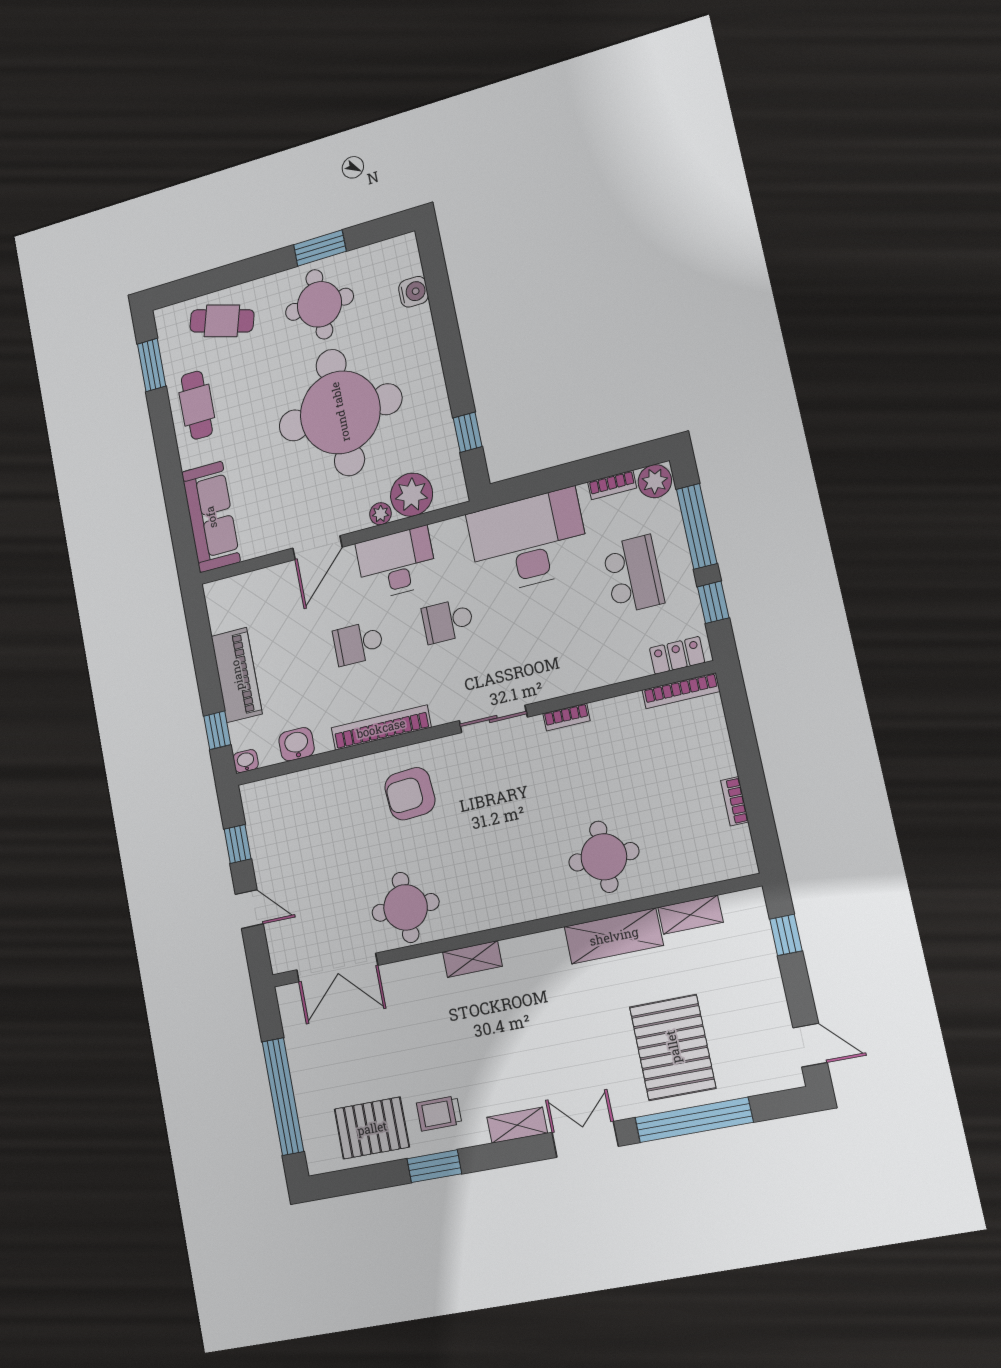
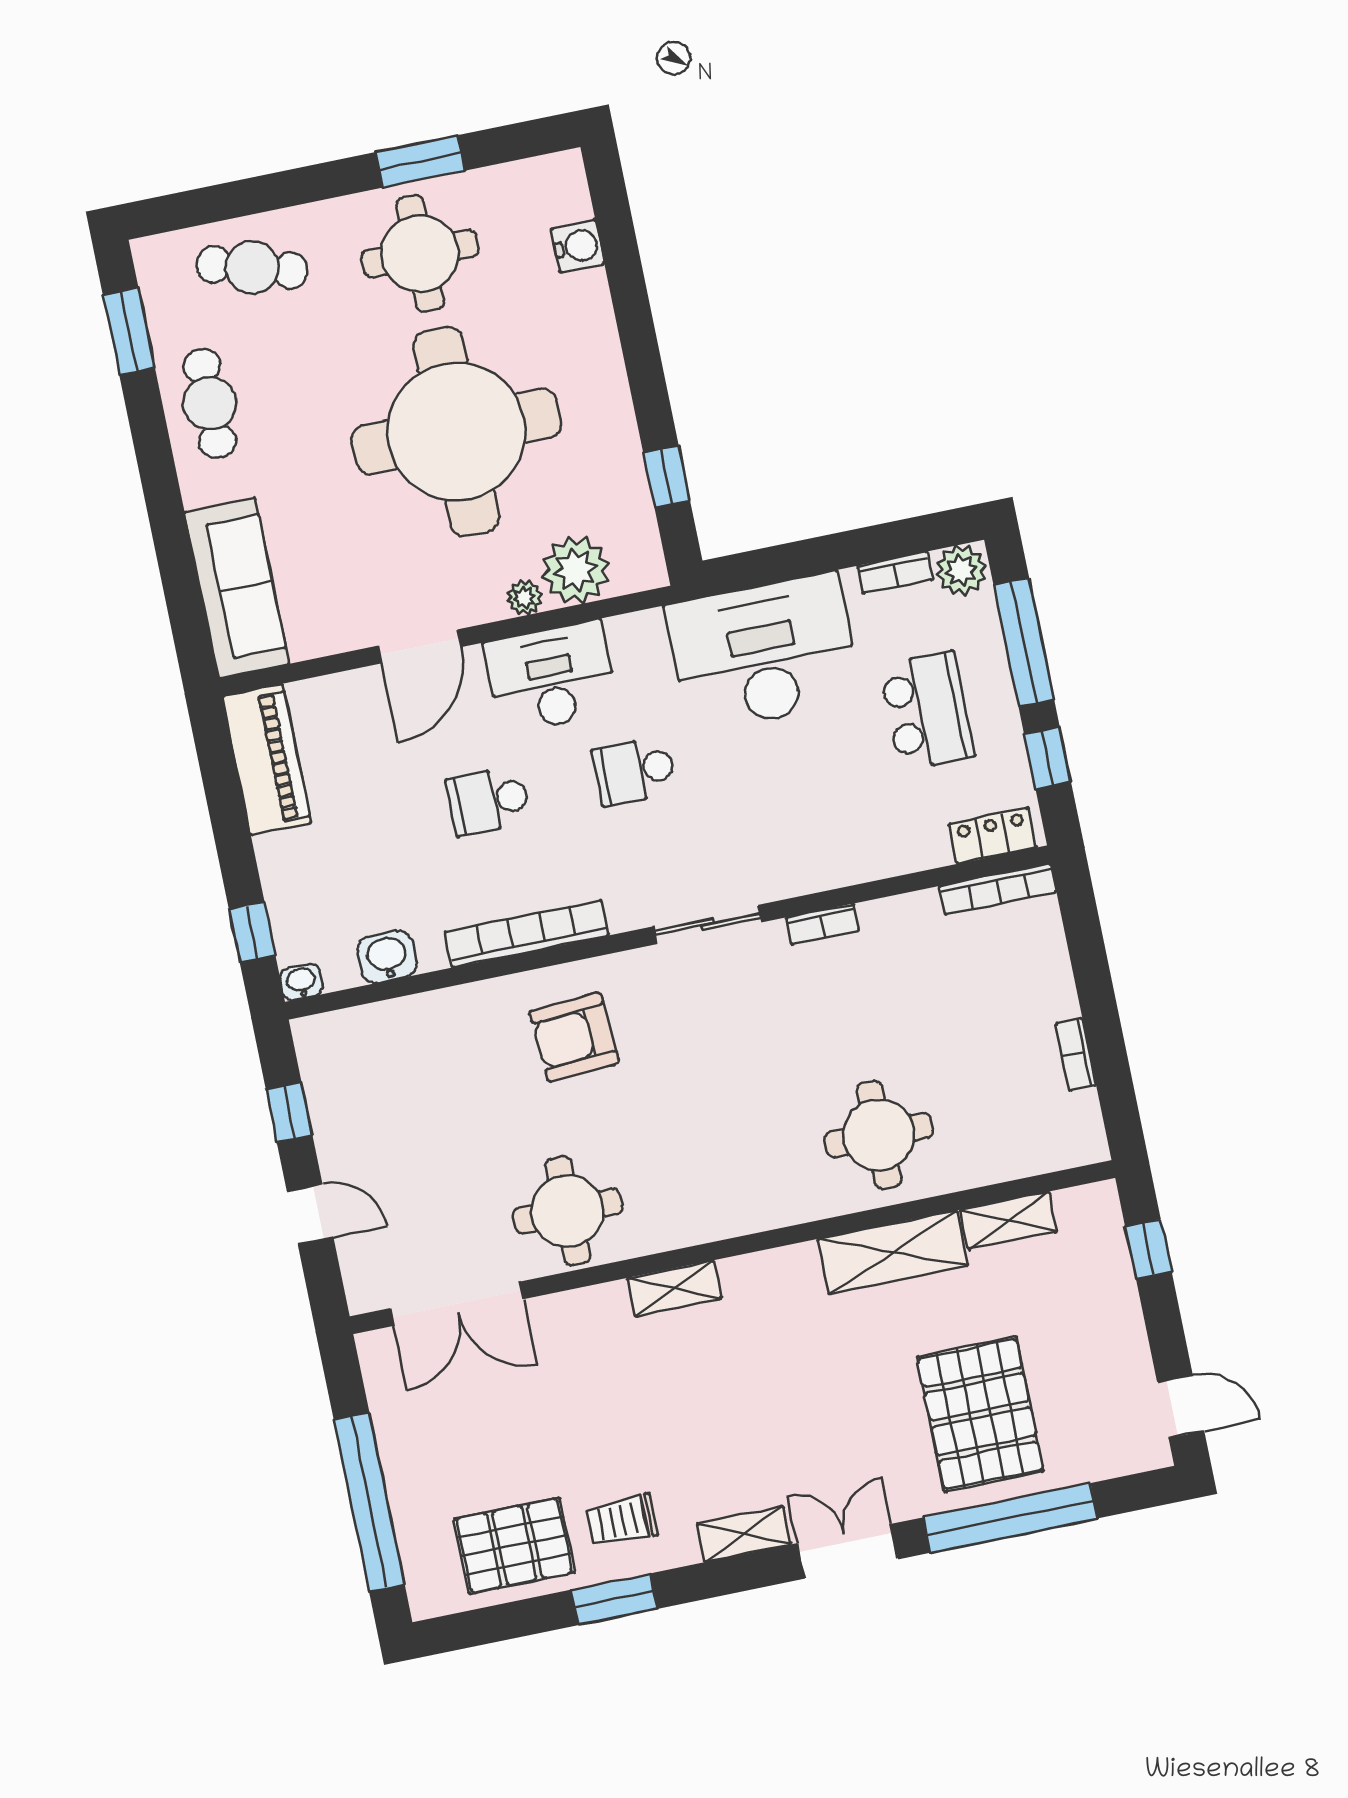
piano: (237, 675) -> (267, 760), moved

